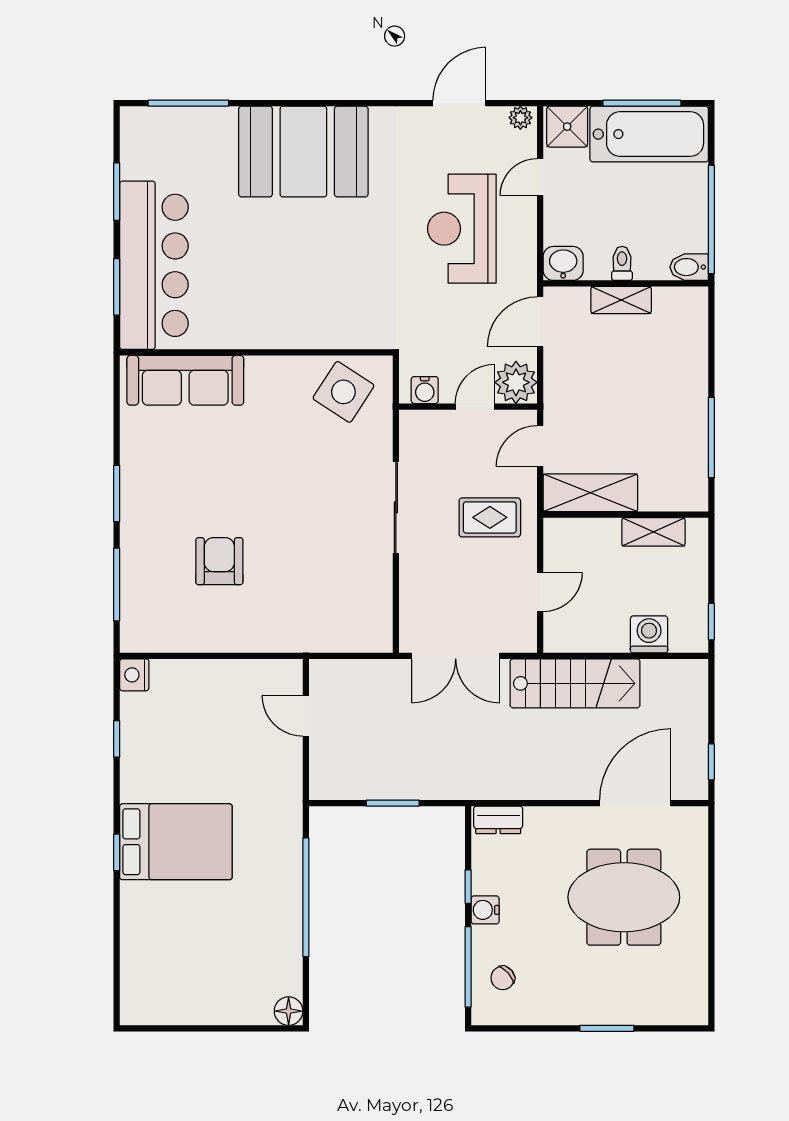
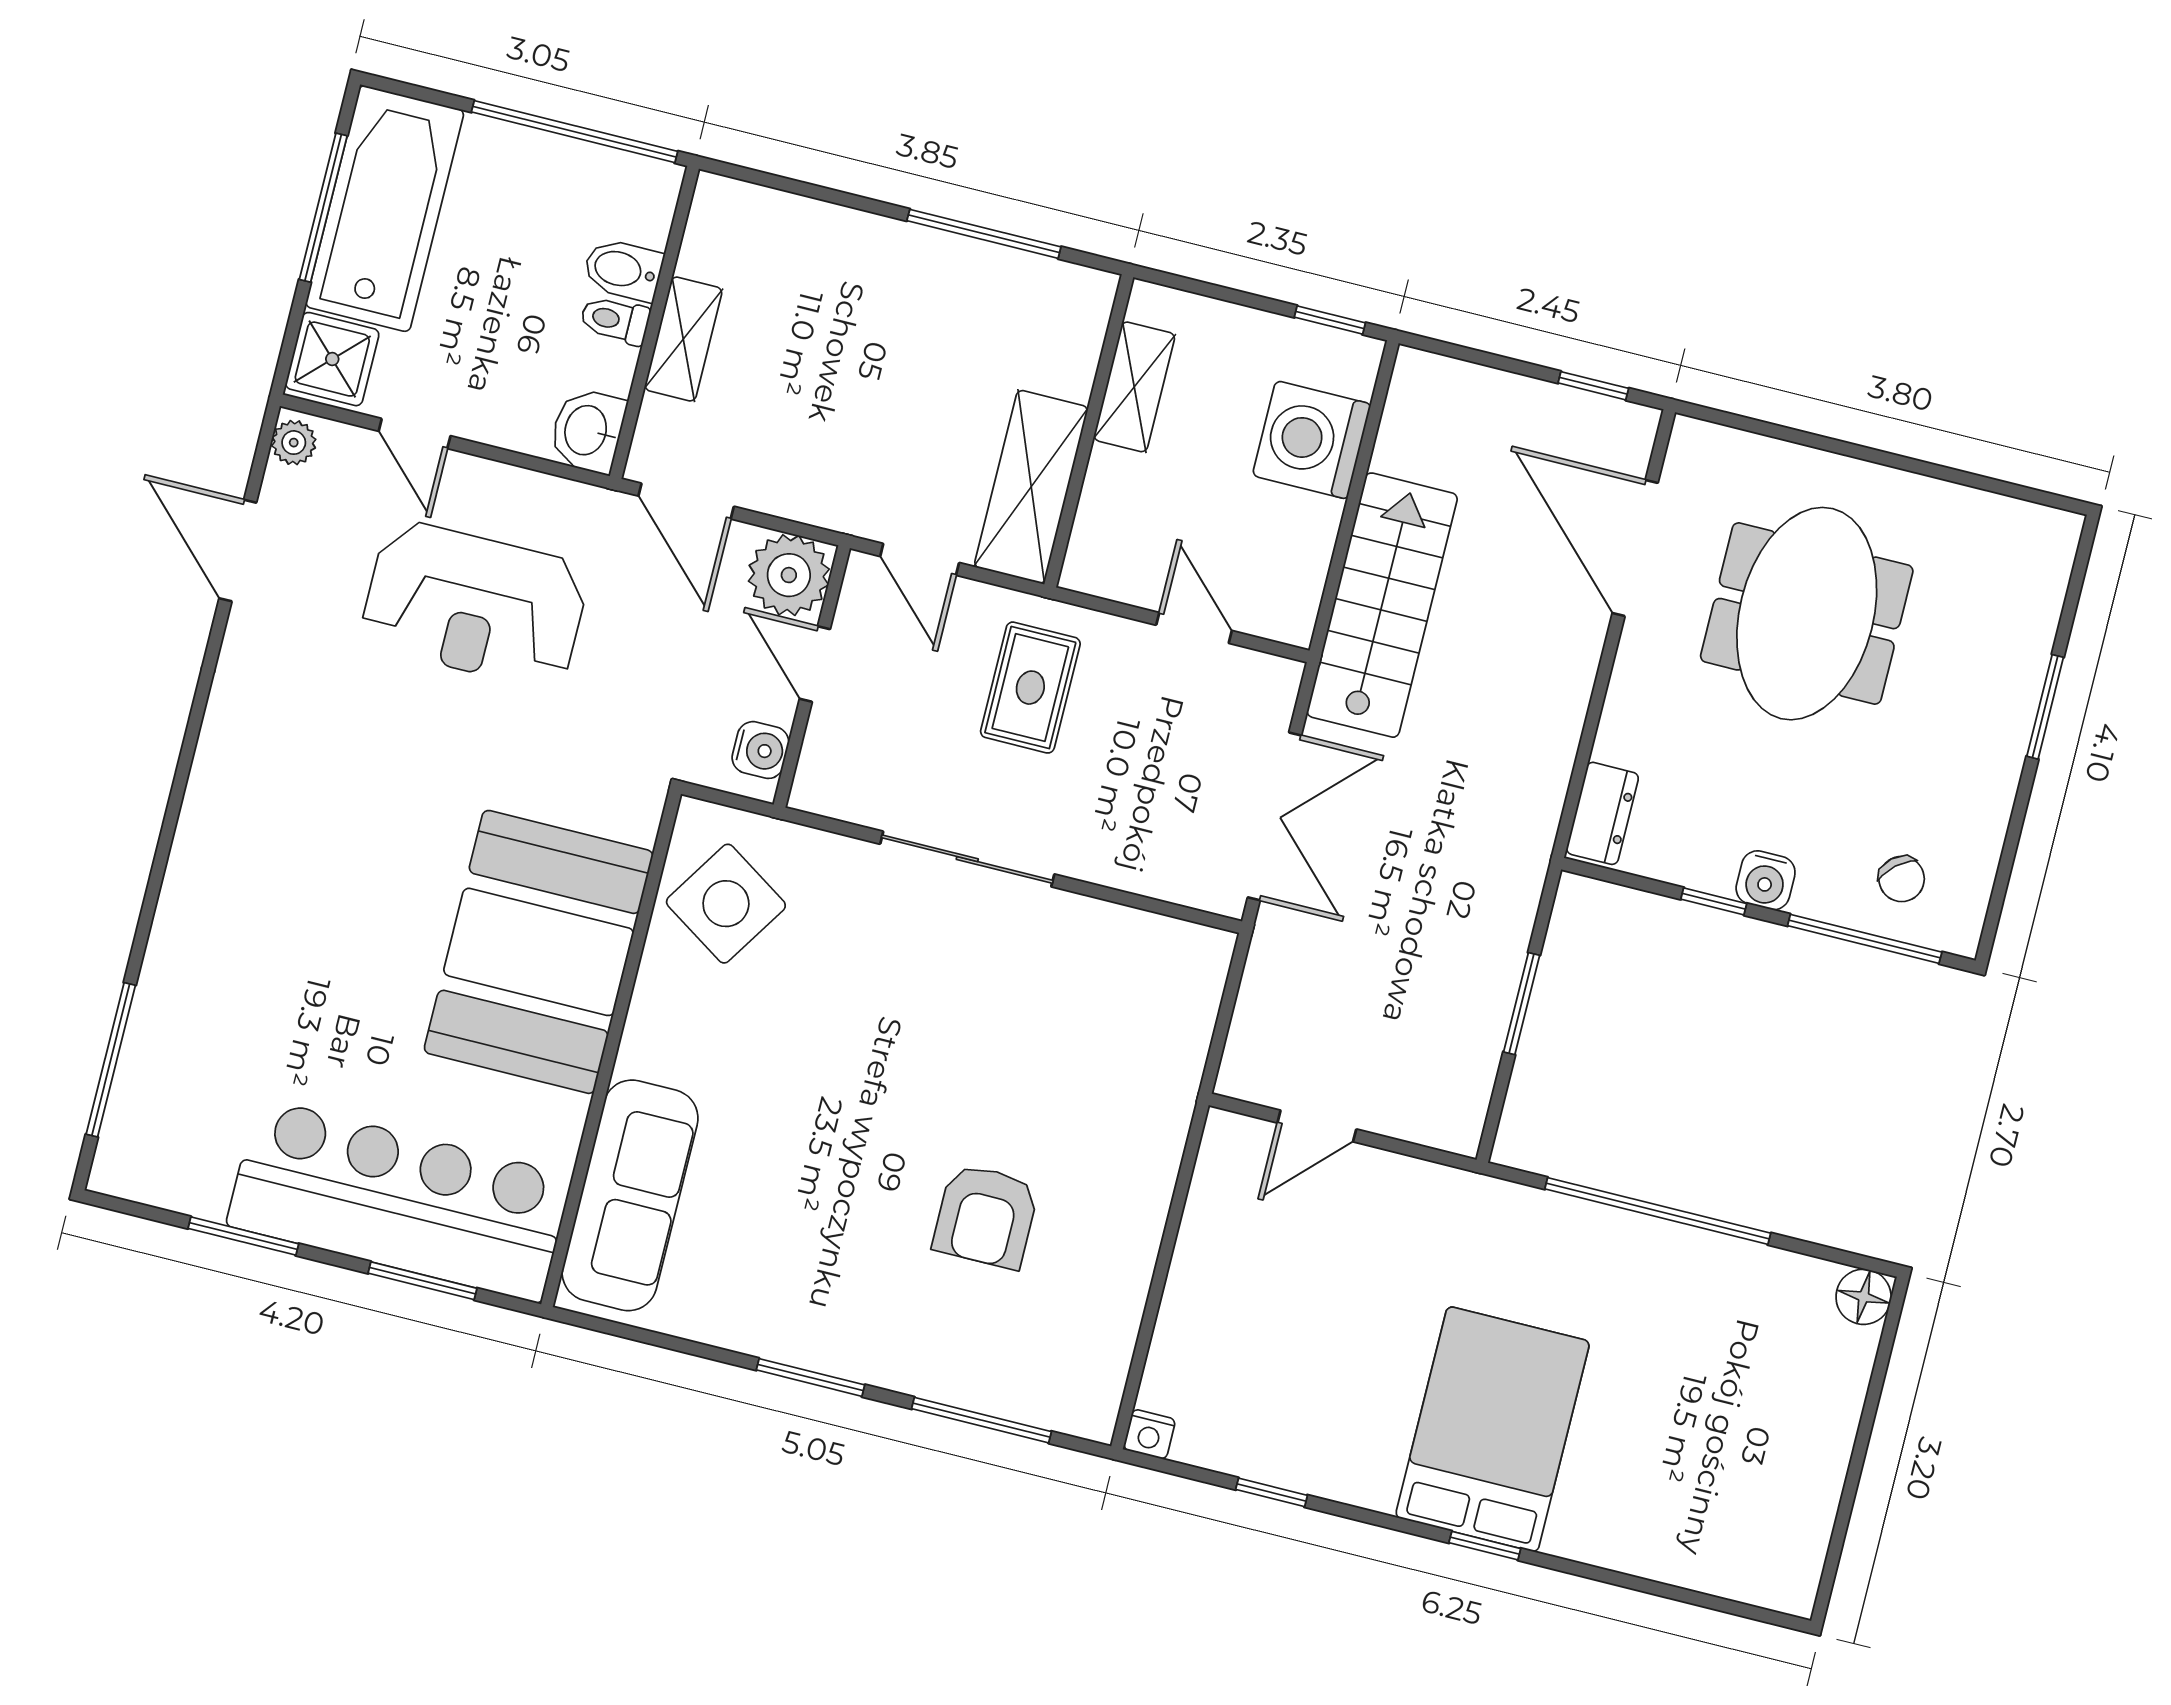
booth: (303, 152) -> (539, 952), moved
bidet: (689, 267) -> (623, 270), moved, turned 90
armchair: (219, 561) -> (986, 1216), turned -90
washing machine: (649, 634) -> (1312, 440), width x1.37, depth x1.37
nightstand: (134, 675) -> (1149, 1434), width x0.72, depth x0.74

